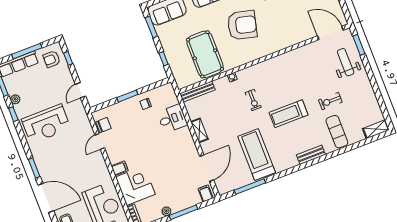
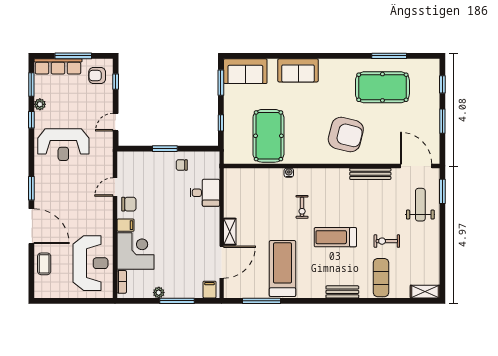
armchair: (242, 25) -> (346, 134), moved
bench: (197, 92) -> (370, 174), moved
chair: (104, 125) -> (129, 204), moved
shelving: (199, 130) -> (230, 232), moved

